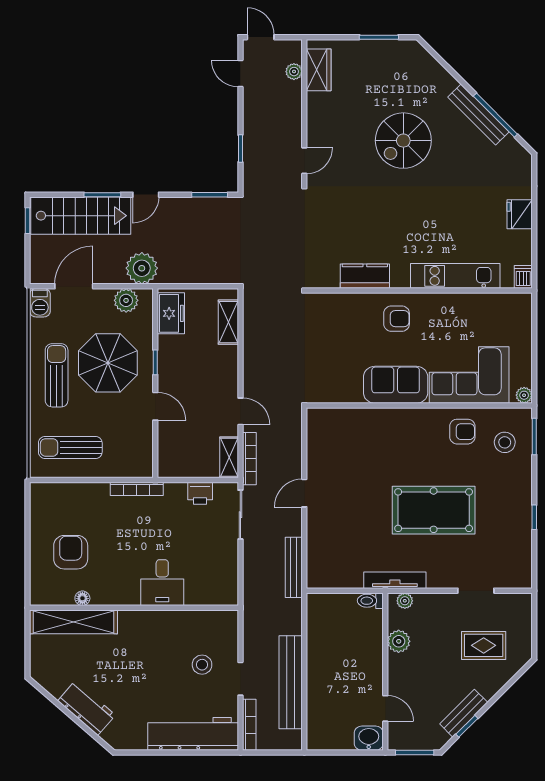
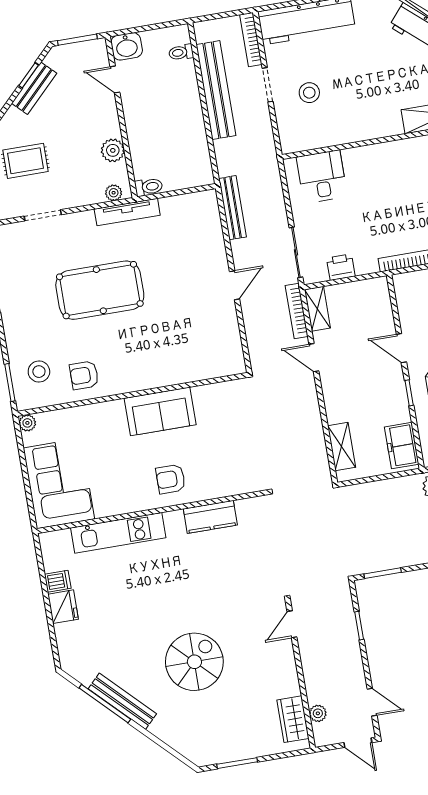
dishwasher: (523, 277) -> (58, 581), moved, turned -90
corner sofa: (469, 375) -> (59, 483), moved, turned -90
desk: (162, 583) -> (322, 177), moved
toilet: (318, 724) -> (181, 52), added

